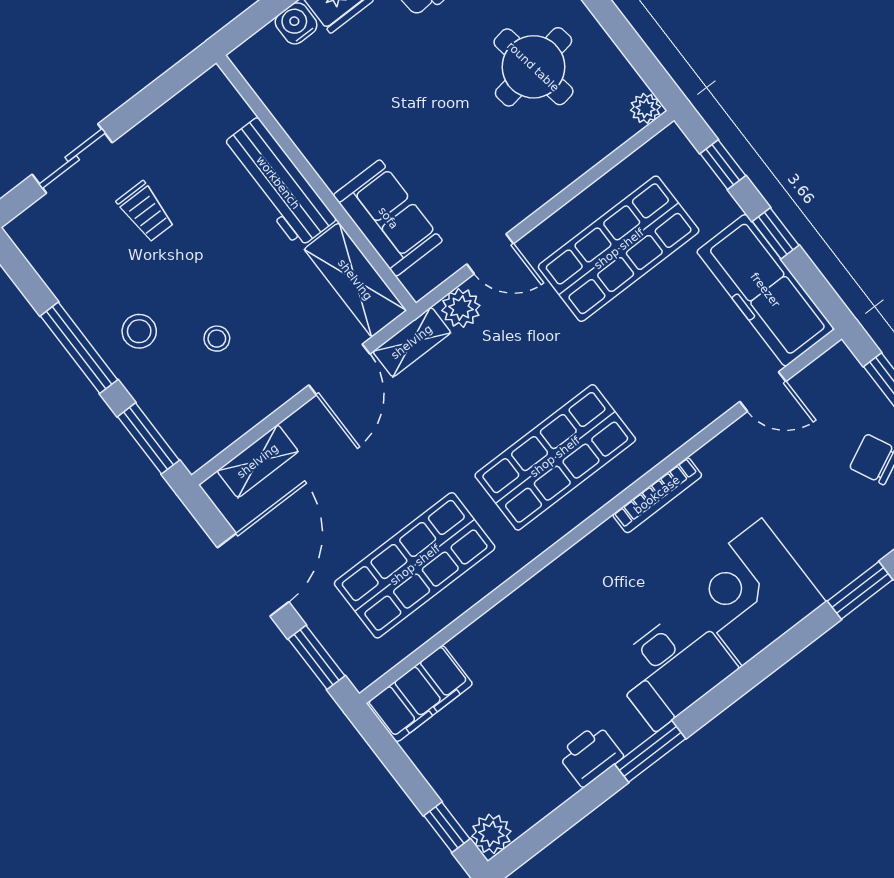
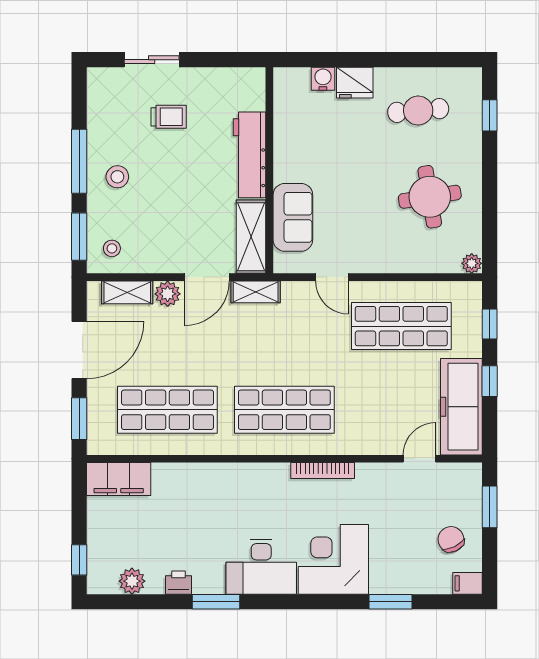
trolley: (146, 212) -> (169, 117), turned -90
plant: (461, 308) -> (168, 294), moved
stool: (217, 339) -> (112, 248), moved
door: (763, 392) -> (419, 459), swing flipped
printer: (590, 755) -> (179, 583), width x0.73, depth x0.81
plant: (491, 834) -> (132, 581), moved

